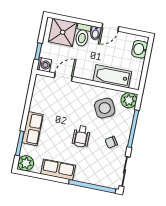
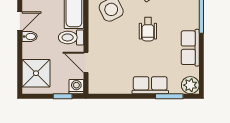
door: (110, 27) -> (20, 21), hinge flipped
toilet: (82, 35) -> (71, 37), moved, turned 180
wheelchair: (81, 136) -> (148, 29), turned 90

